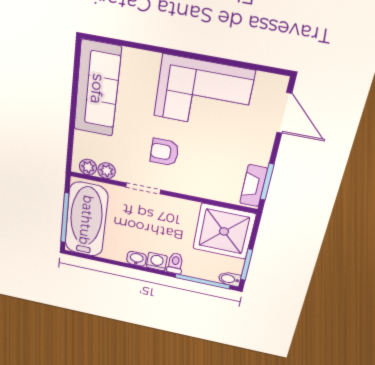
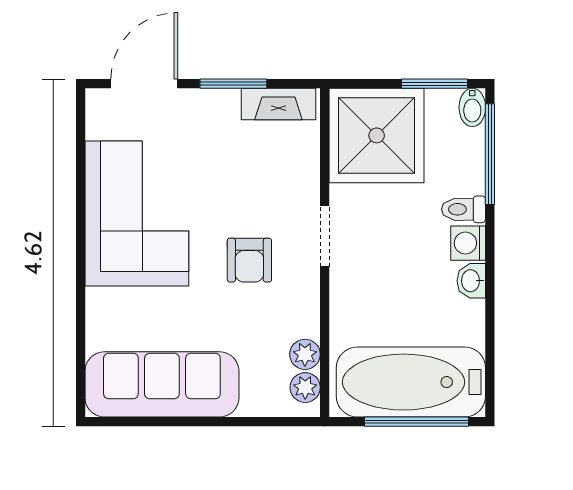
window: (267, 182) -> (233, 84), moved
doorway: (143, 188) -> (325, 236), moved

